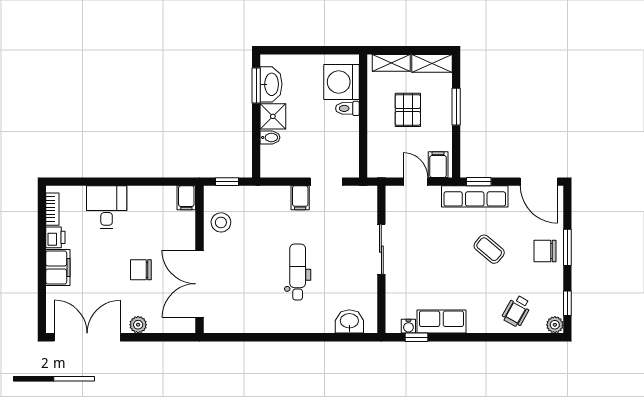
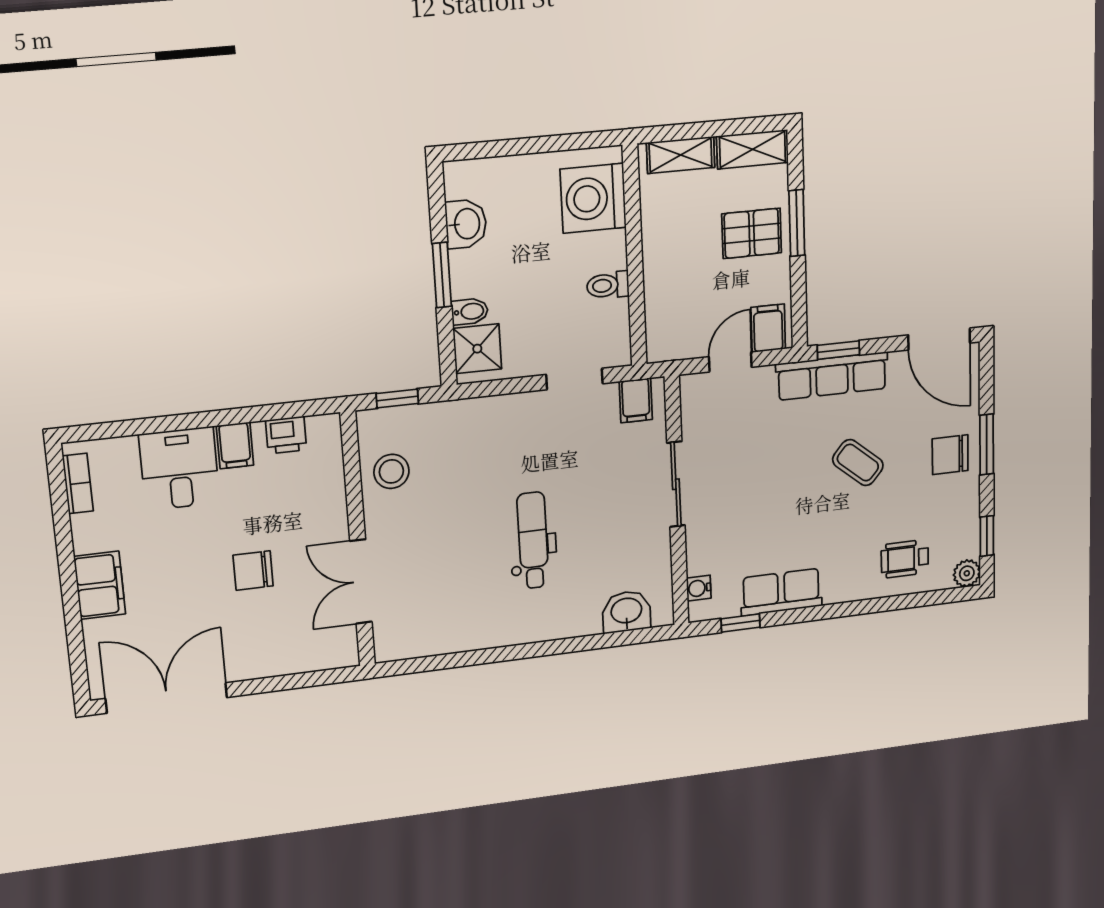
washbasin: (271, 84) -> (466, 224), width x0.72
window: (256, 86) -> (442, 275), moved
toilet: (347, 108) -> (608, 285), moved
pallet: (408, 110) -> (752, 233), moved, turned 90
shower: (273, 116) -> (477, 349), moved
door: (415, 182) -> (730, 362), hinge flipped
filing cabinet: (186, 198) -> (235, 445), moved
filing cabinet: (300, 198) -> (636, 400), moved
printer: (55, 237) -> (286, 435), moved, turned 90
double door: (199, 284) -> (361, 582), width x0.73
wheelchair: (517, 311) -> (905, 559), turned 61
plant: (138, 325) -> (257, 665), removed
water cooler: (408, 326) -> (699, 588), moved, turned 90

